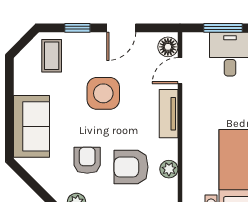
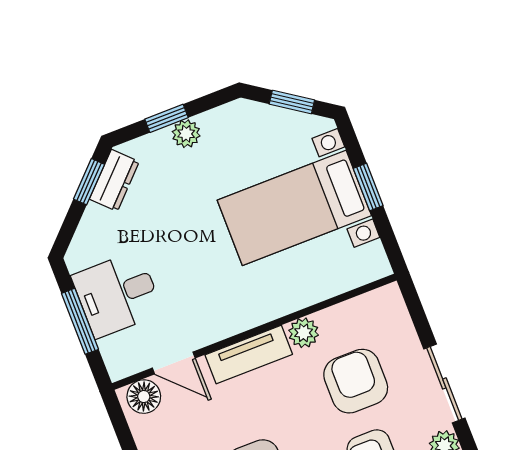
armchair: (131, 167) -> (356, 381), turned 180
plant: (169, 169) -> (304, 333), moved

